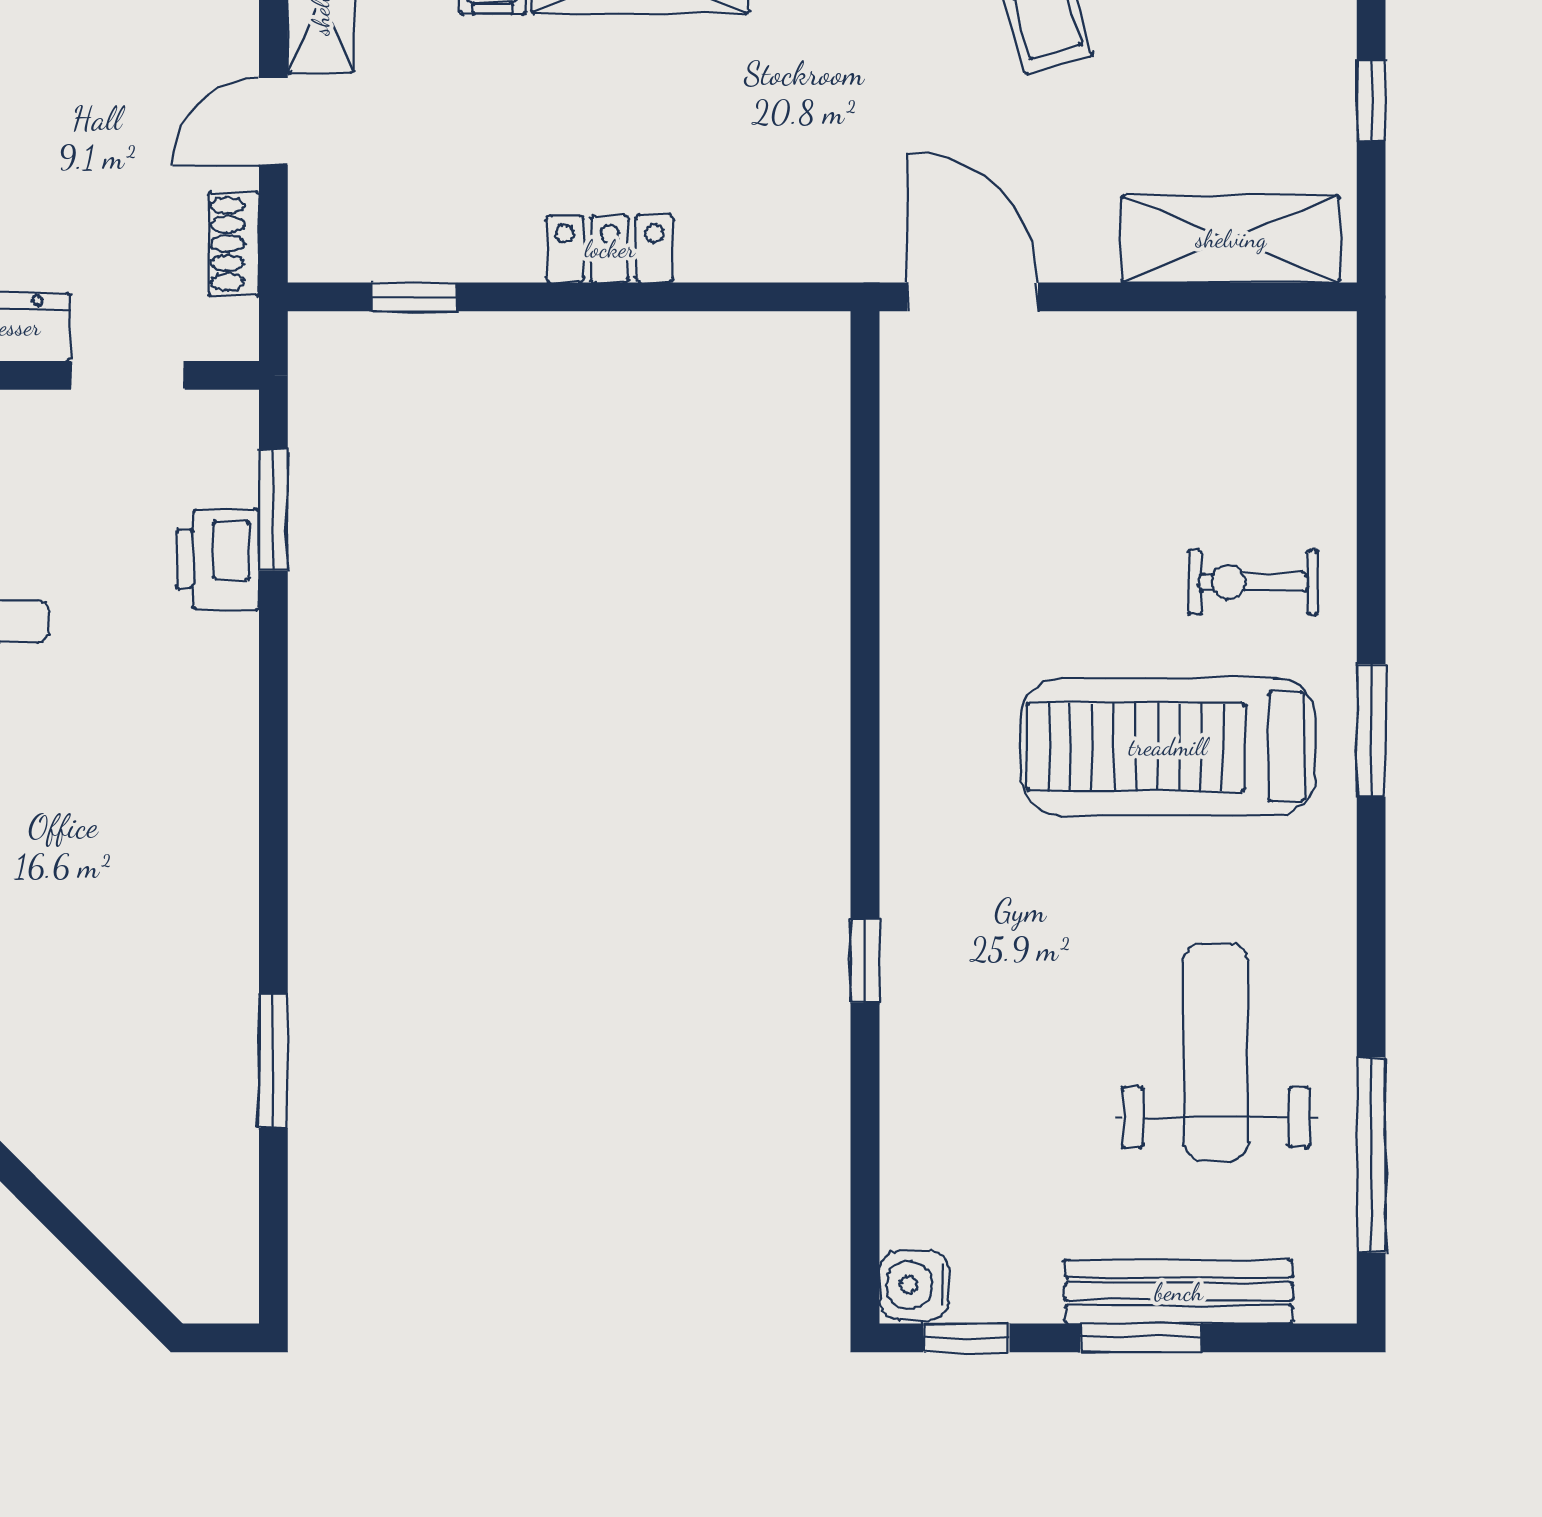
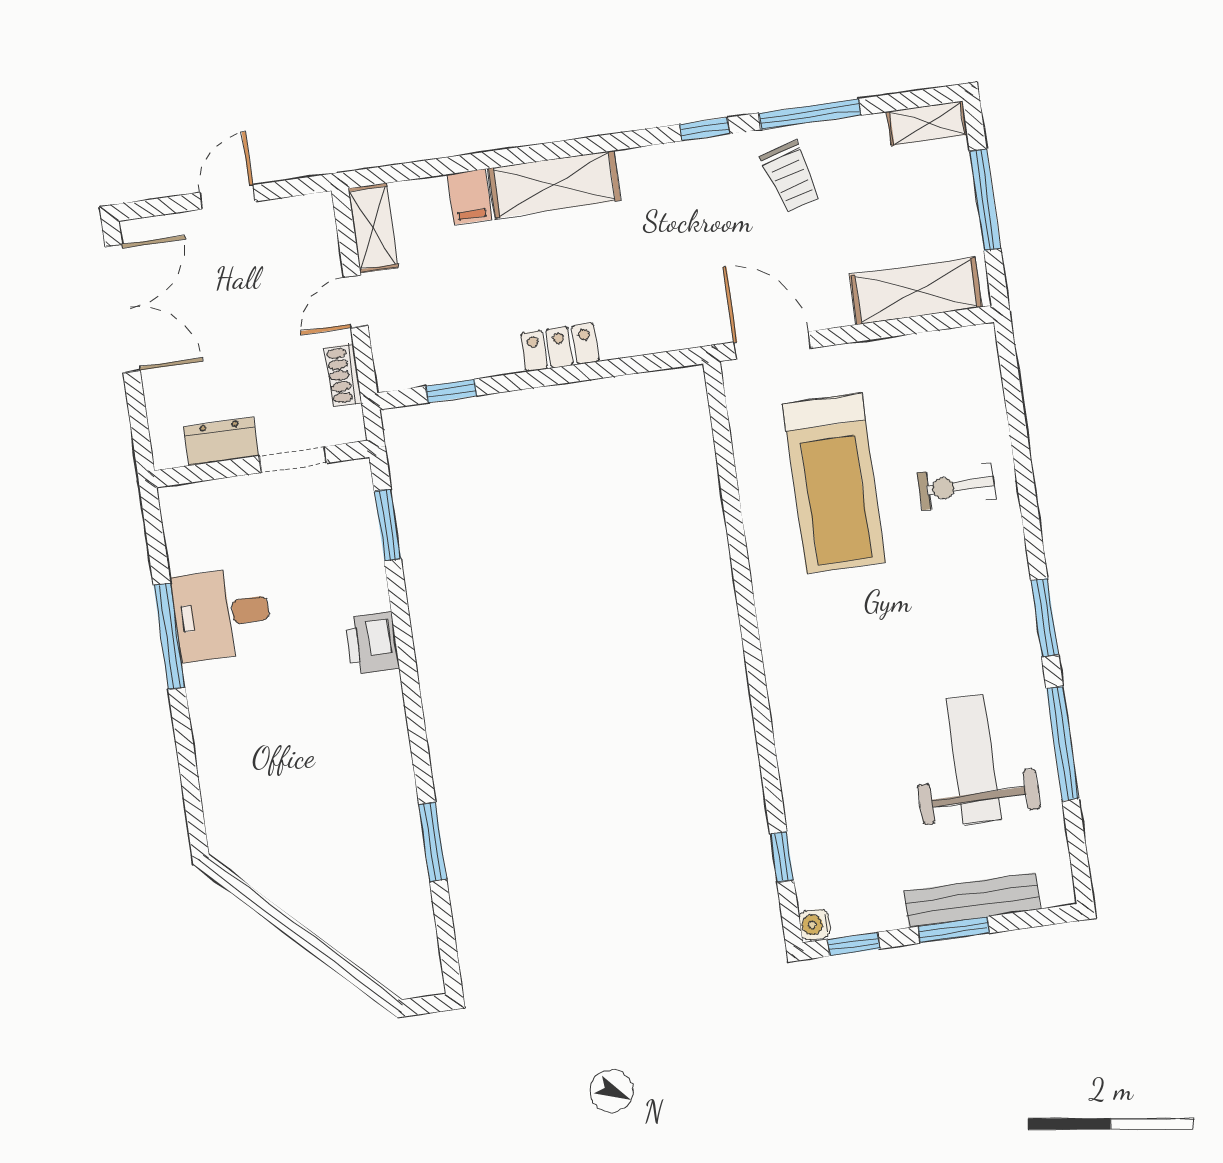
window: (1371, 100) -> (985, 200), width x2.17
printer: (218, 559) -> (372, 643), moved
window: (1371, 730) -> (1045, 618), moved
treadmill: (1168, 747) -> (834, 483), moved, turned -90
window: (865, 961) -> (782, 857), moved
window: (1371, 1155) -> (1063, 743), moved
water cooler: (914, 1285) -> (815, 924), width x0.72, depth x0.72

